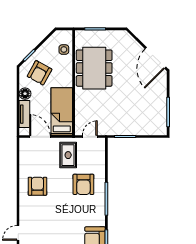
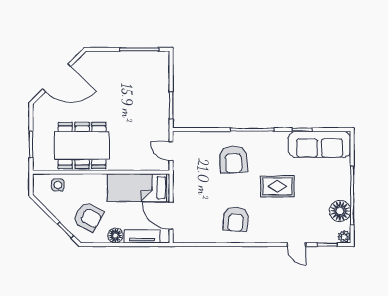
door: (155, 58) -> (57, 78), moved
door: (40, 136) -> (171, 216), hinge flipped
rug: (68, 155) -> (277, 186), moved
armchair: (83, 184) -> (233, 159), turned 87
armchair: (37, 186) -> (236, 219), turned -85

